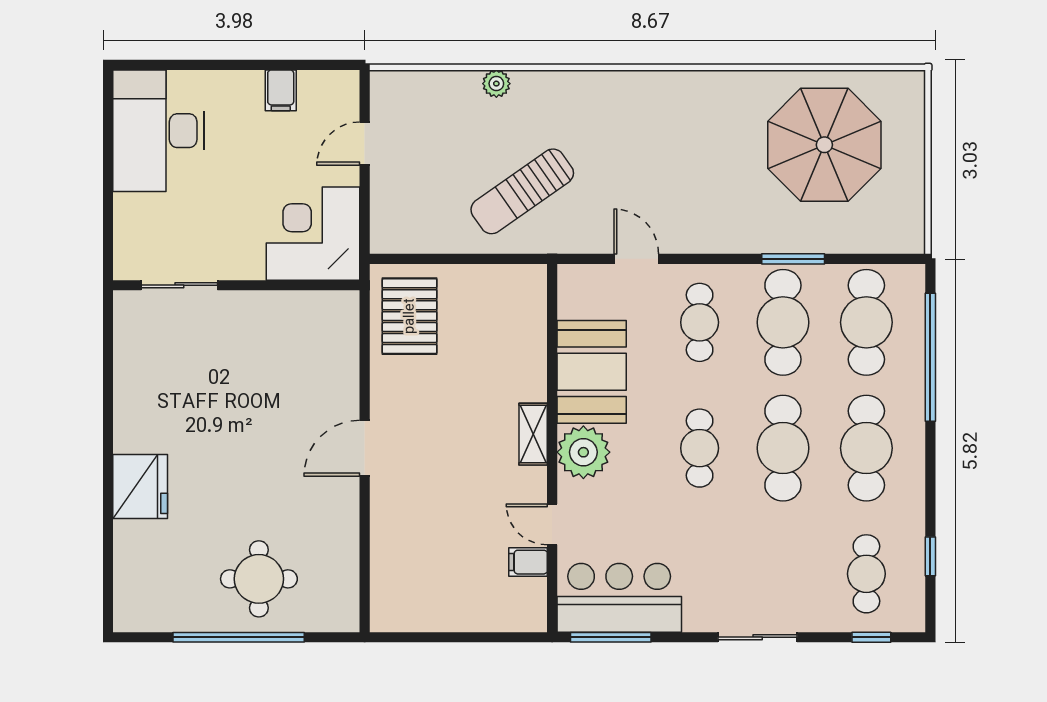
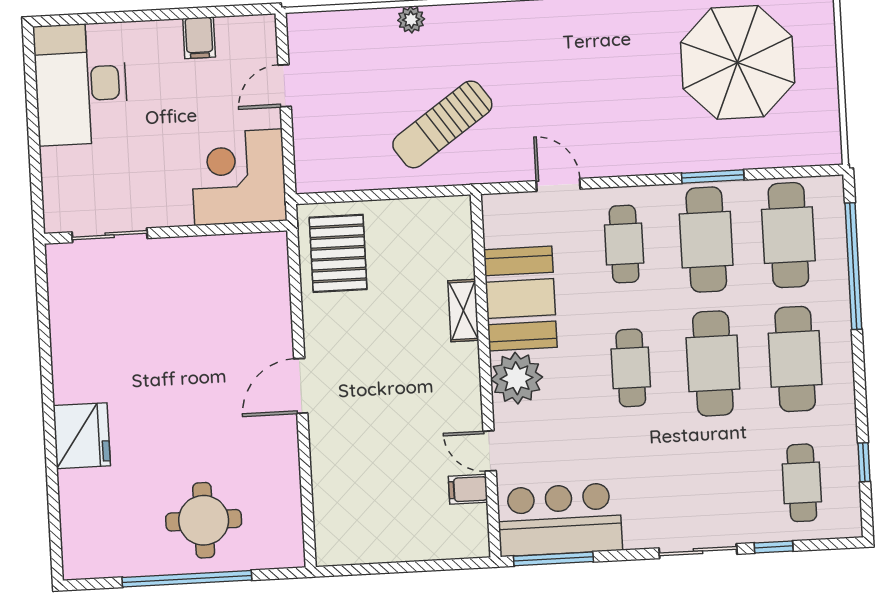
shelving: (533, 434) -> (463, 311), moved
window: (871, 637) -> (774, 547), moved

